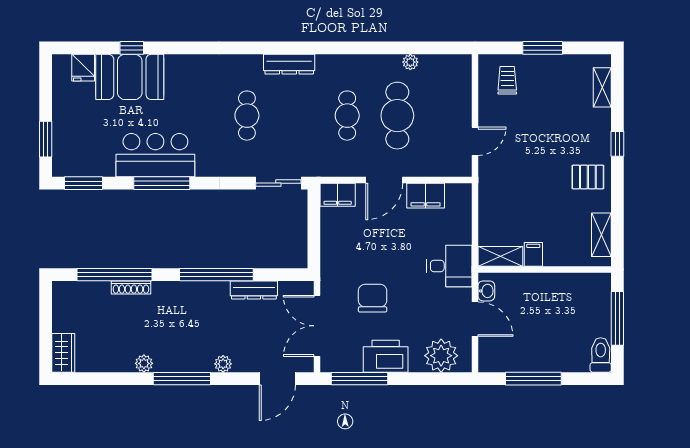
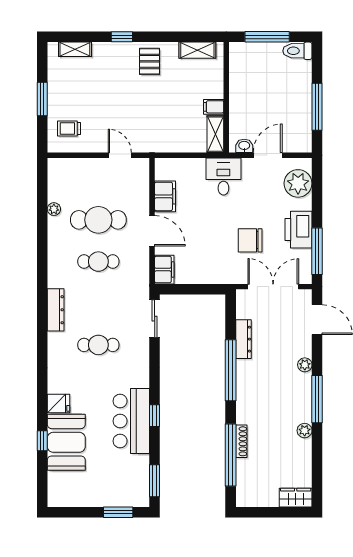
fridge: (83, 68) -> (59, 403), moved
window: (162, 183) -> (155, 416), width x0.46
double door: (317, 326) -> (273, 287), swing flipped

